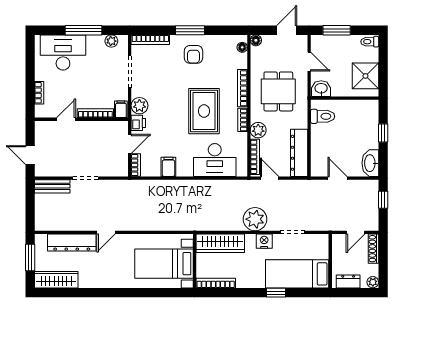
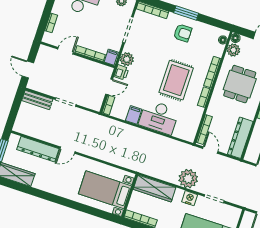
armchair: (193, 54) -> (183, 33), turned -90
plant: (258, 130) -> (233, 50), moved
desk: (215, 160) -> (159, 117), moved

